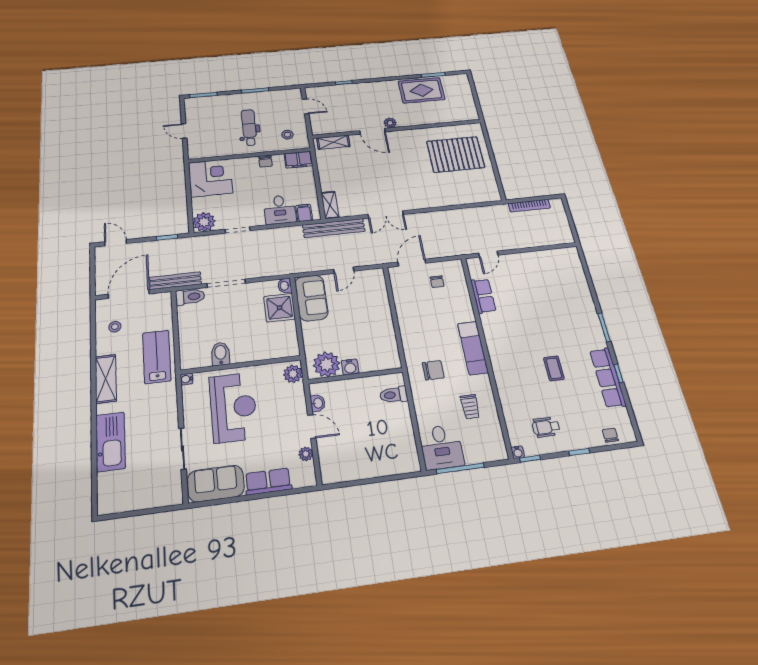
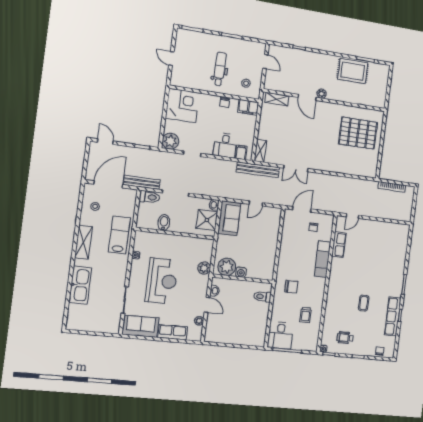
exam couch: (473, 348) -> (323, 259), moved
bidet: (220, 354) -> (164, 223), moved
wall: (241, 365) -> (175, 233), moved

